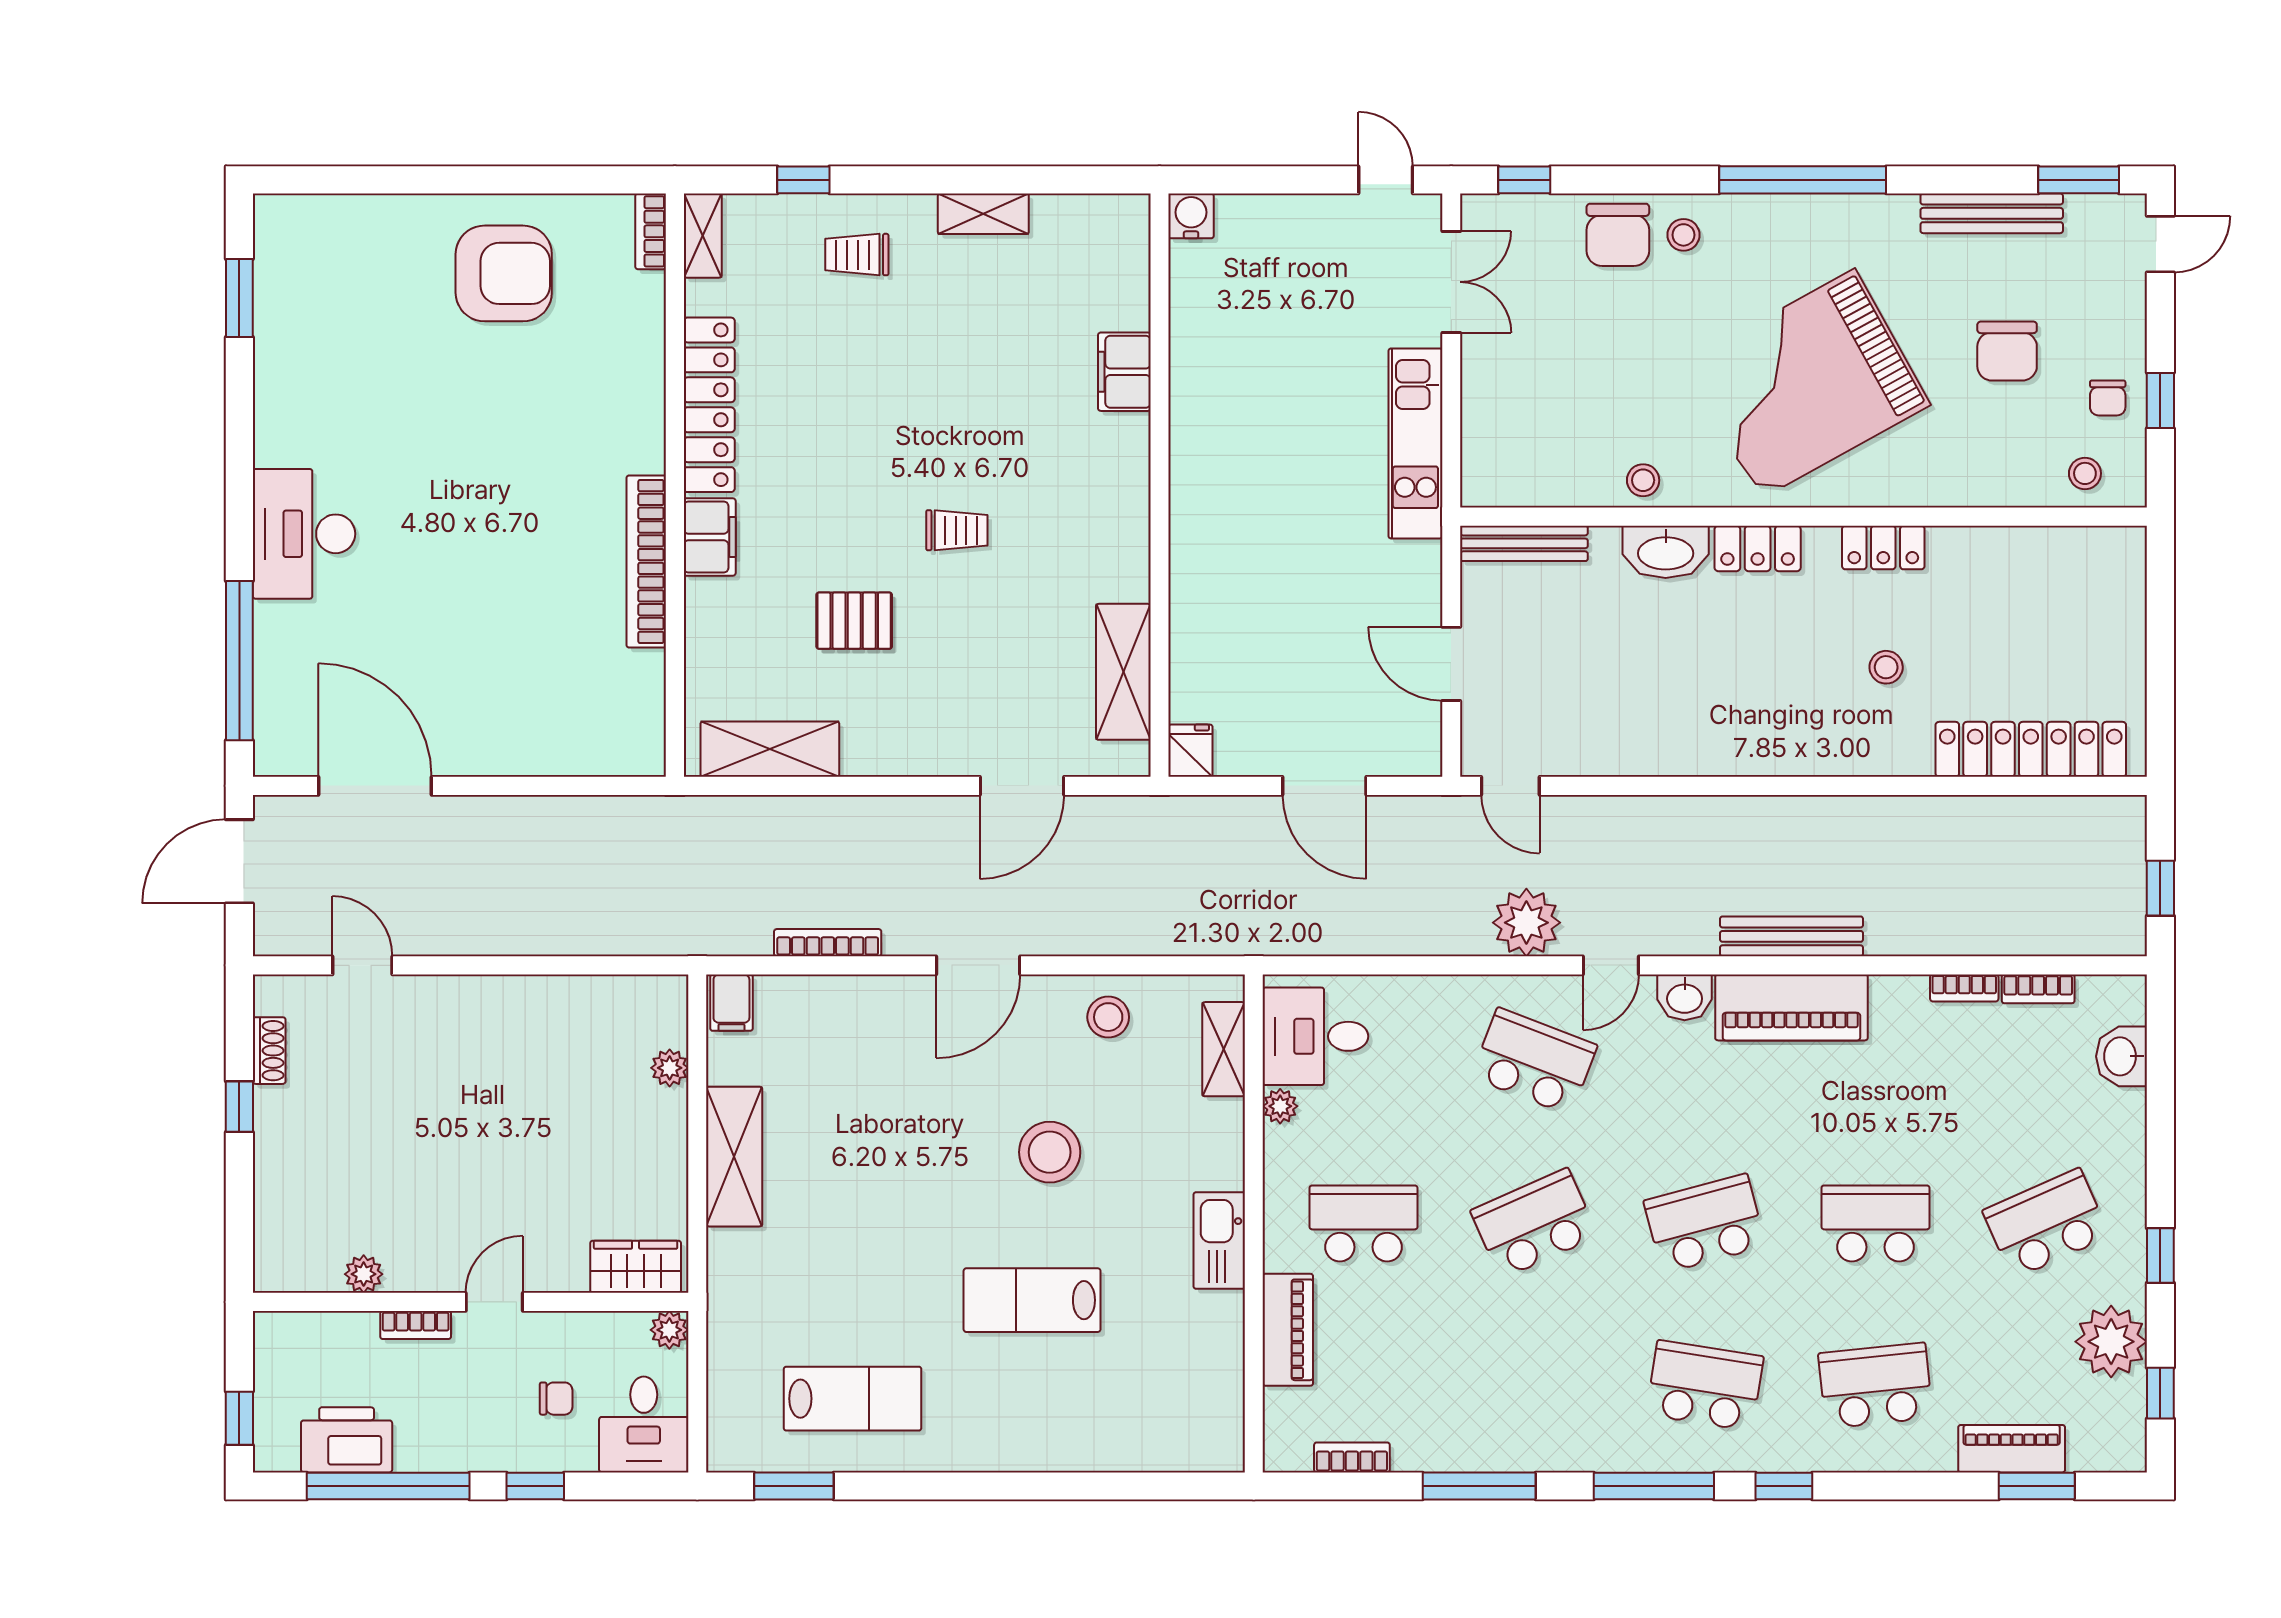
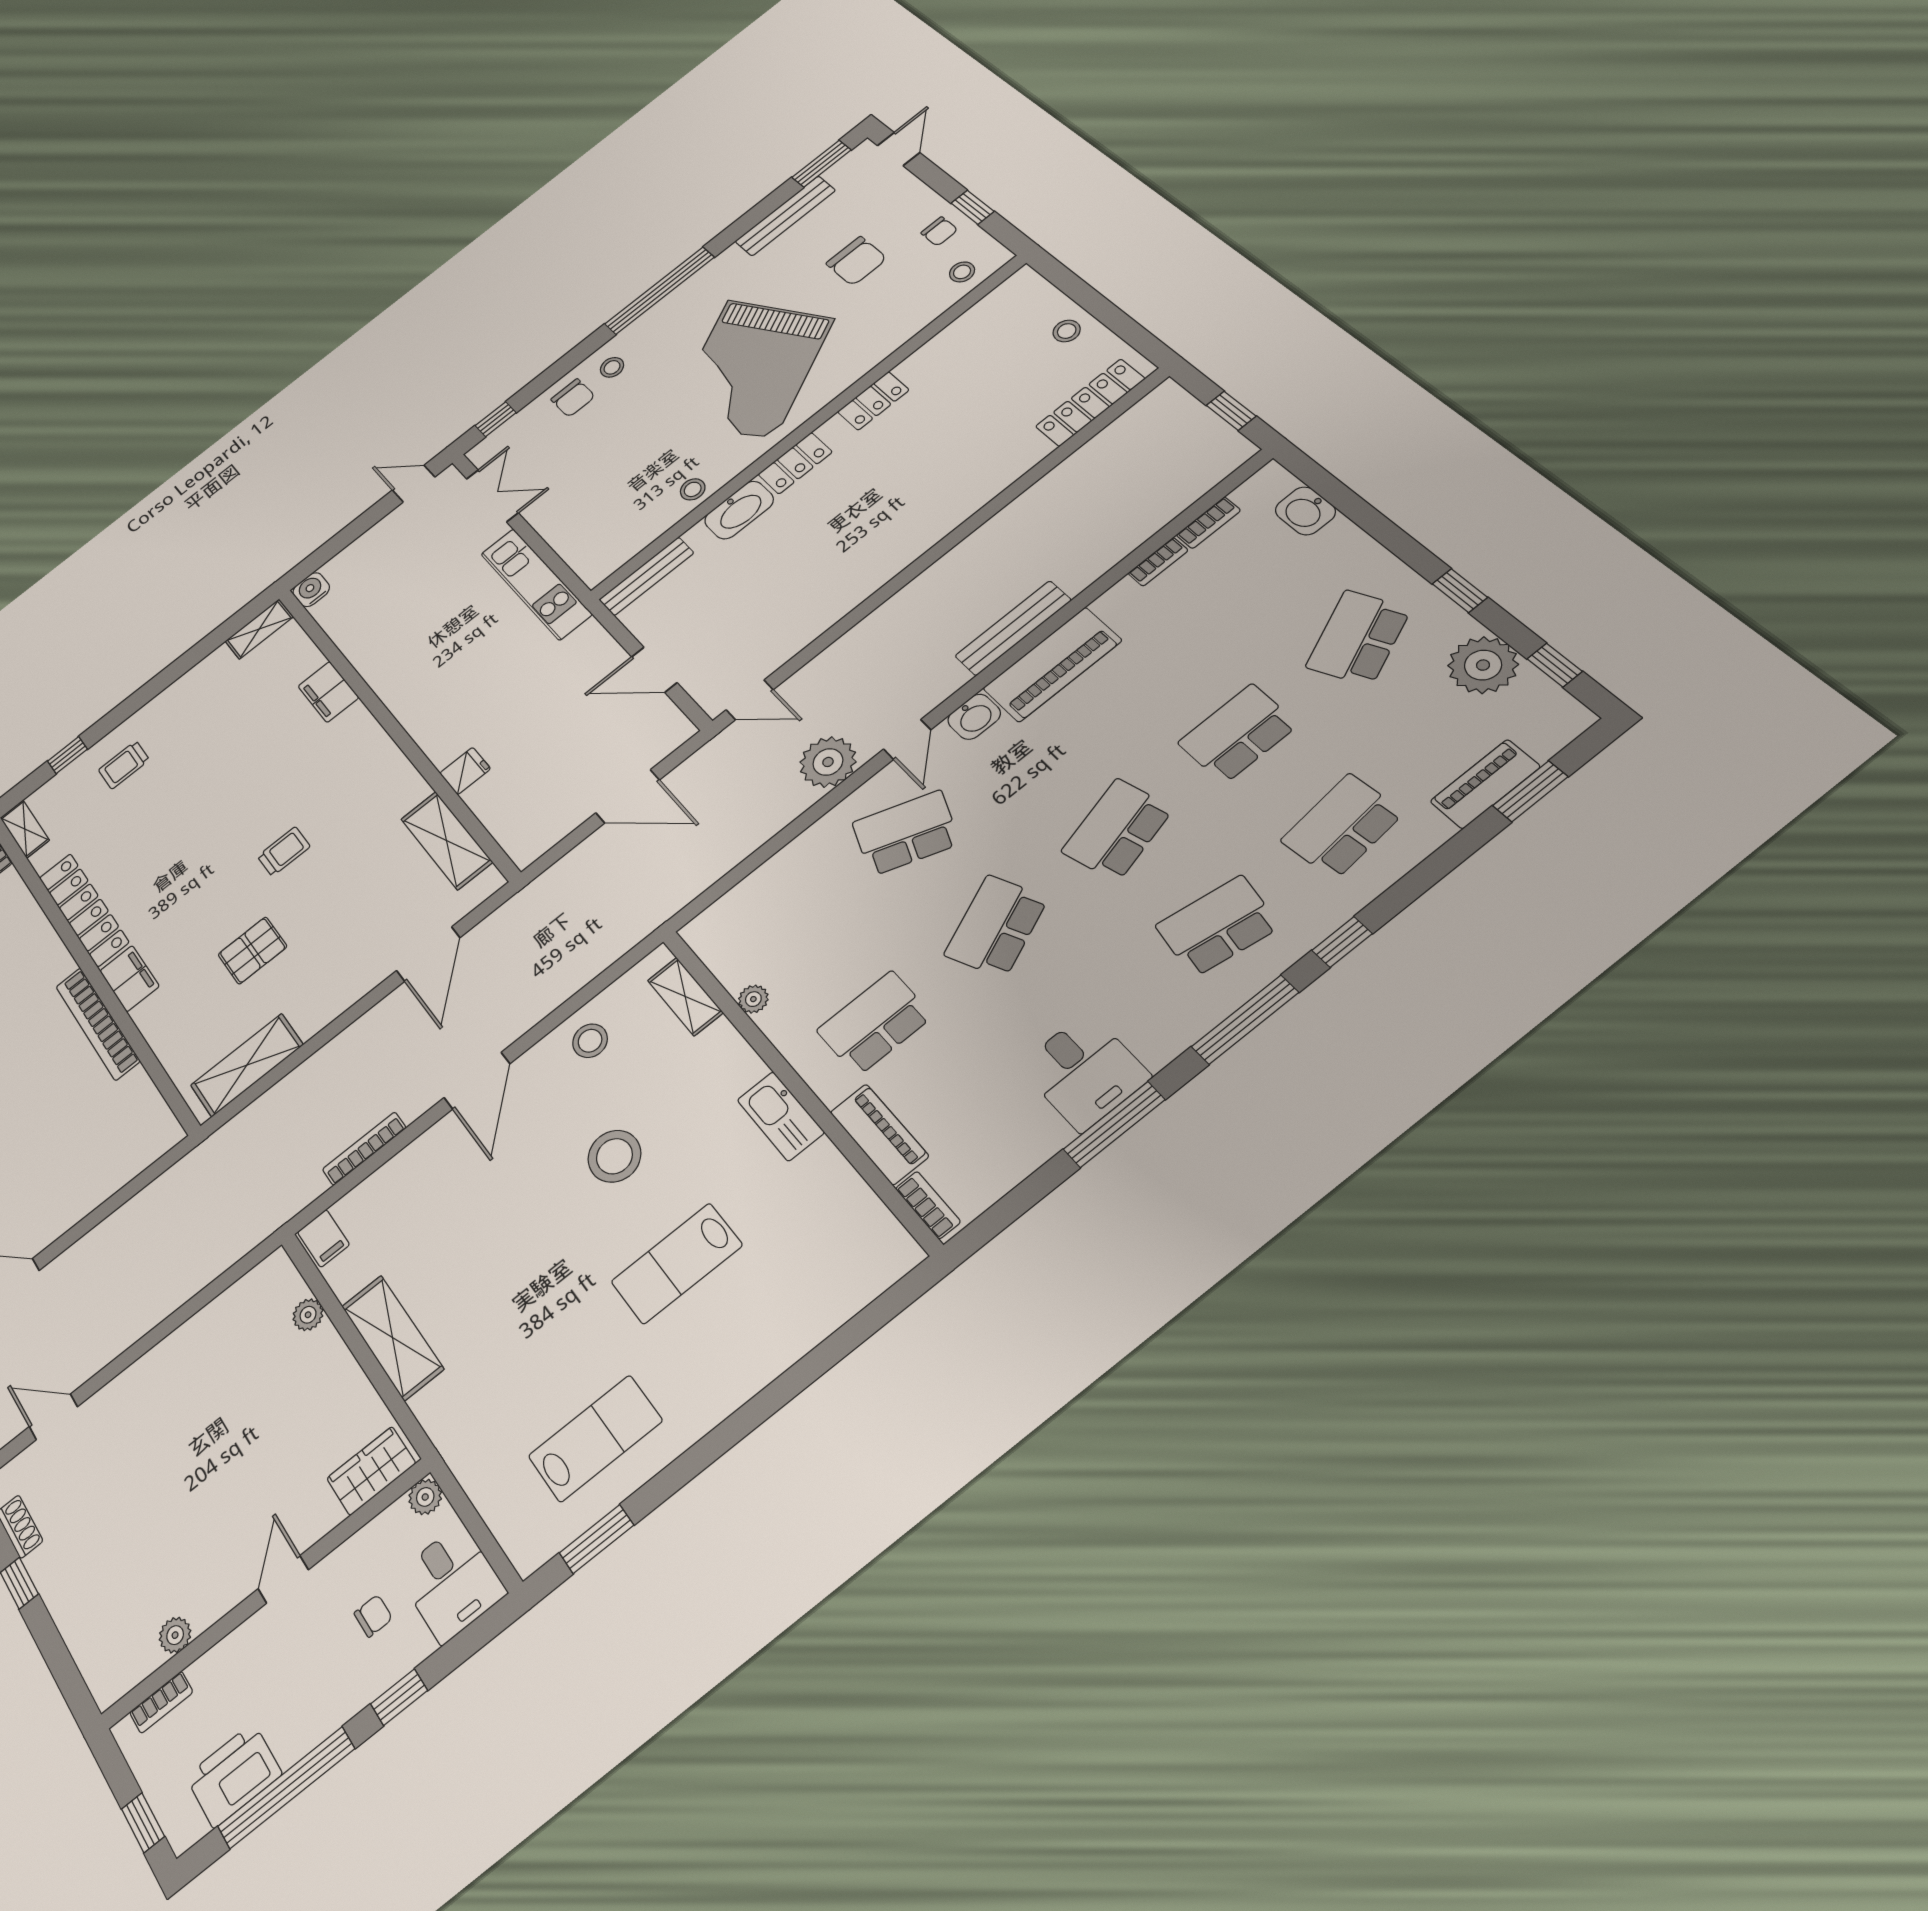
shelving: (983, 214) -> (259, 629), moved
chair: (1618, 235) -> (573, 398), width x0.73, depth x0.73
stool: (1886, 667) -> (1067, 331), moved
locker: (2031, 749) -> (1090, 403), width x0.71, depth x0.83
fridge: (1190, 751) -> (465, 771), moved, turned 90
desk: (1315, 1036) -> (1084, 1071), moved, turned -90
bookcase: (416, 1325) -> (161, 1702), moved
bookcase: (1352, 1457) -> (928, 1205), moved, turned 90

